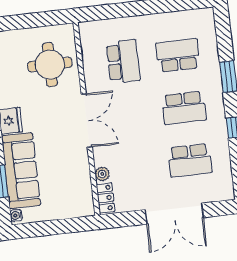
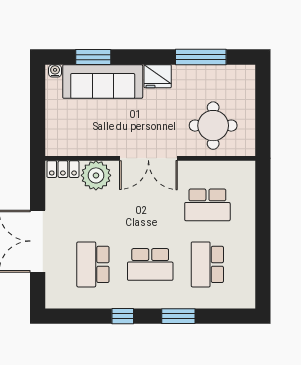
school desk: (178, 55) -> (207, 264), turned 180
school desk: (184, 108) -> (150, 264), turned -90
plant: (102, 174) -> (96, 175), width x1.88, depth x1.88

